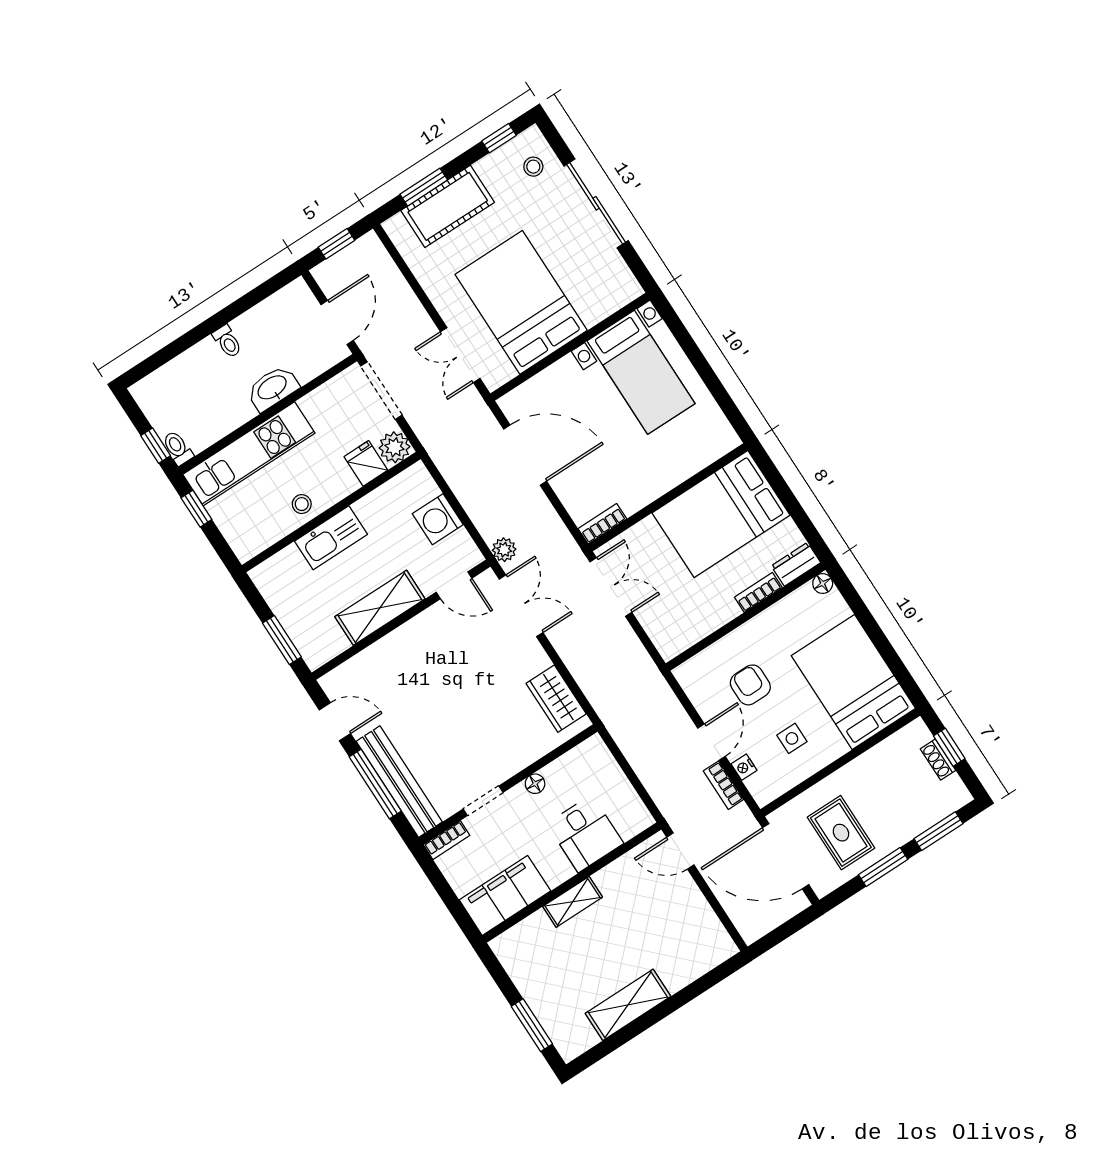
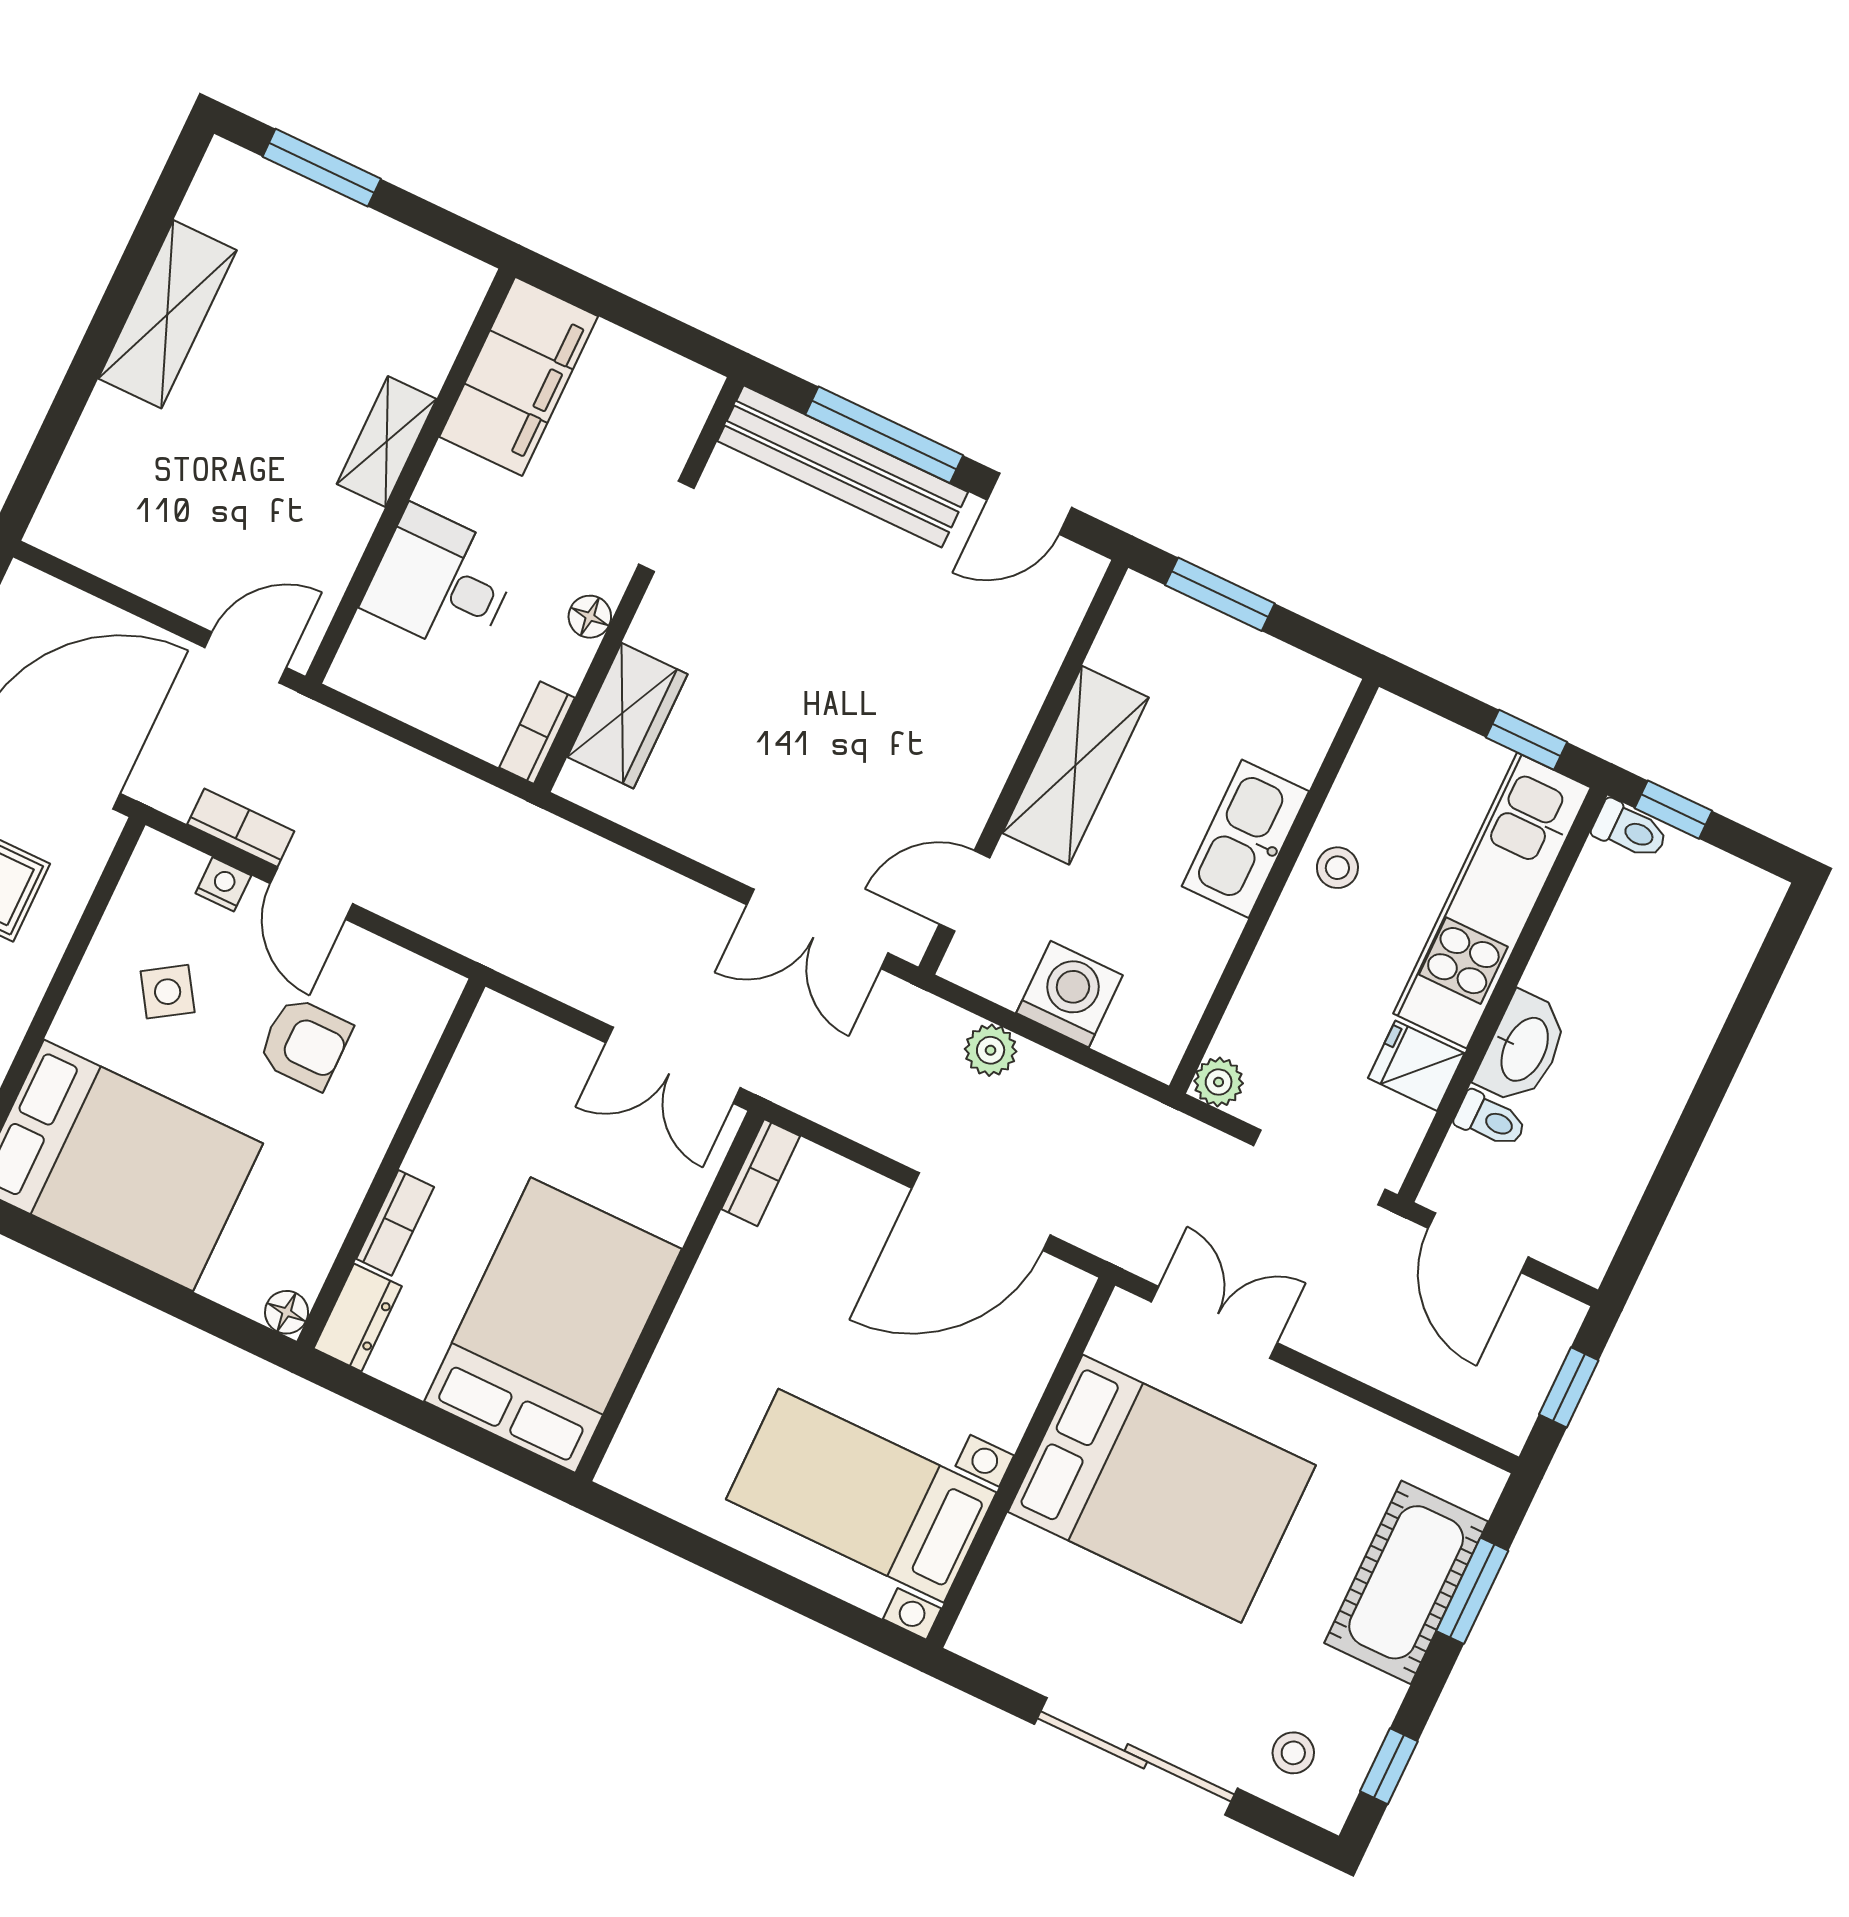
toilet: (227, 341) -> (1491, 1120), moved, turned 180
plant: (394, 447) -> (1219, 1082), width x0.73, depth x0.73
fridge: (366, 463) -> (1416, 1066), moved, turned 180
plant: (504, 550) -> (991, 1050), moved
wardrobe: (556, 699) -> (627, 716), moved, turned 90
side table: (792, 738) -> (168, 992), turned -33
bookcase: (447, 840) -> (537, 733), moved

